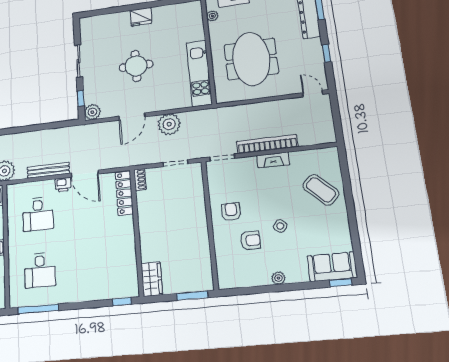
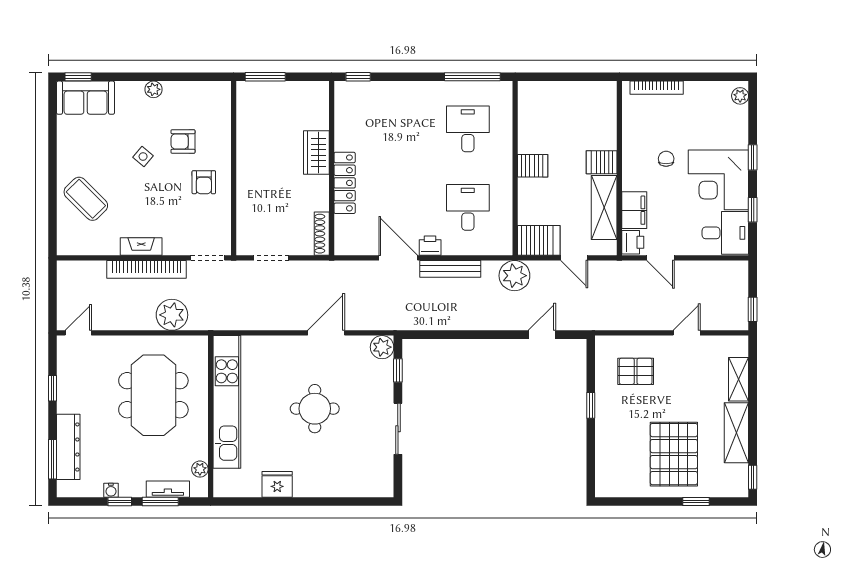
fridge: (141, 17) -> (277, 484), moved
kitchen unit: (199, 73) -> (227, 402), width x1.36
door: (313, 93) -> (78, 333), swing flipped
plant: (169, 124) -> (172, 315), moved
shoe rack: (140, 180) -> (322, 234), width x1.43
locker: (124, 193) -> (345, 183), moved
wardrobe: (152, 279) -> (316, 152), moved

